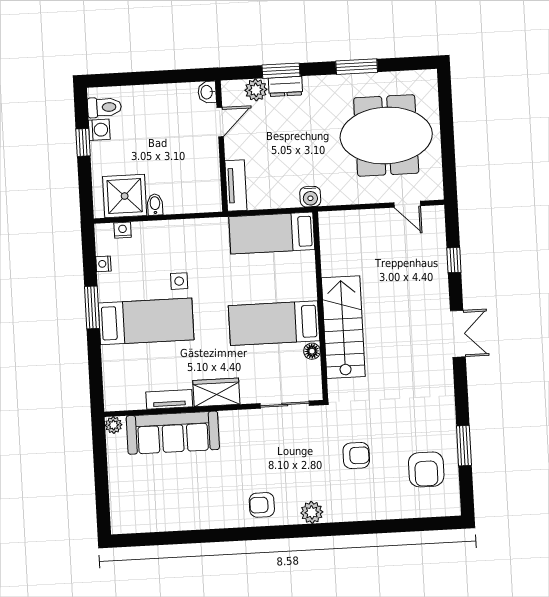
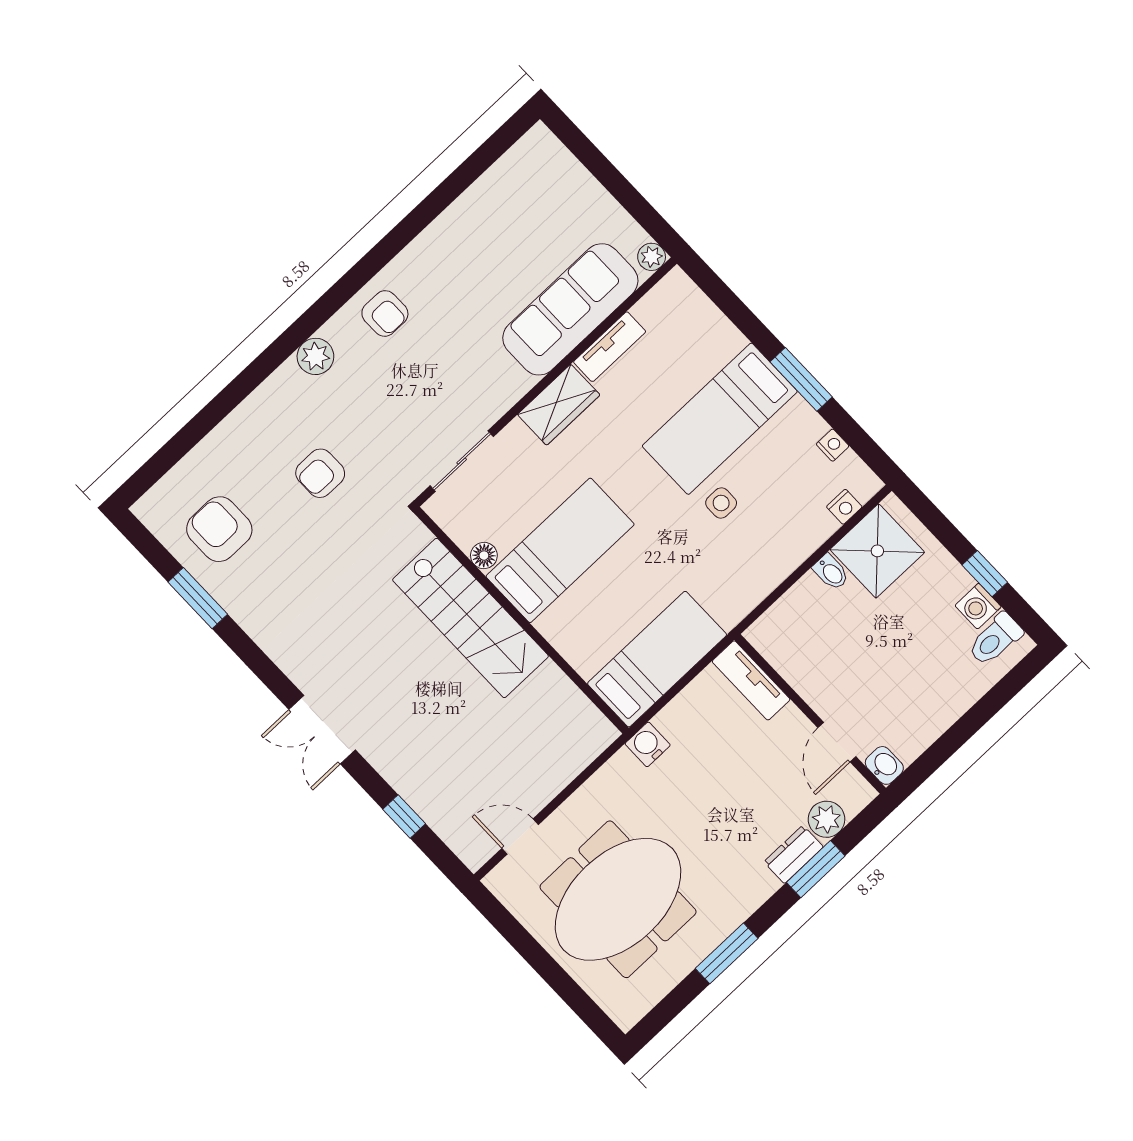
armchair: (262, 505) -> (385, 313), turned 90

